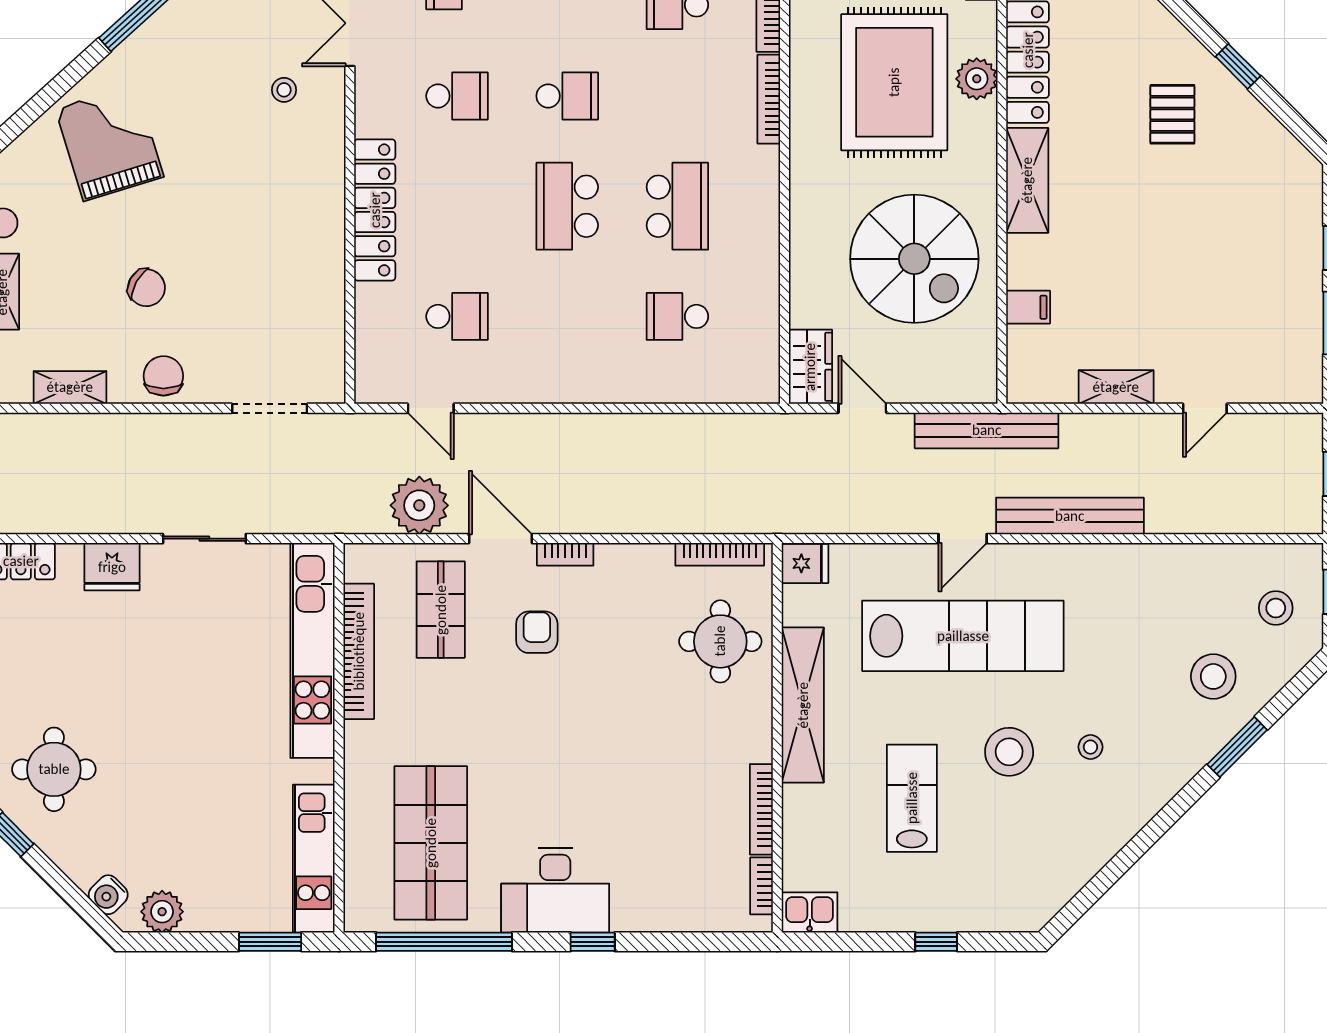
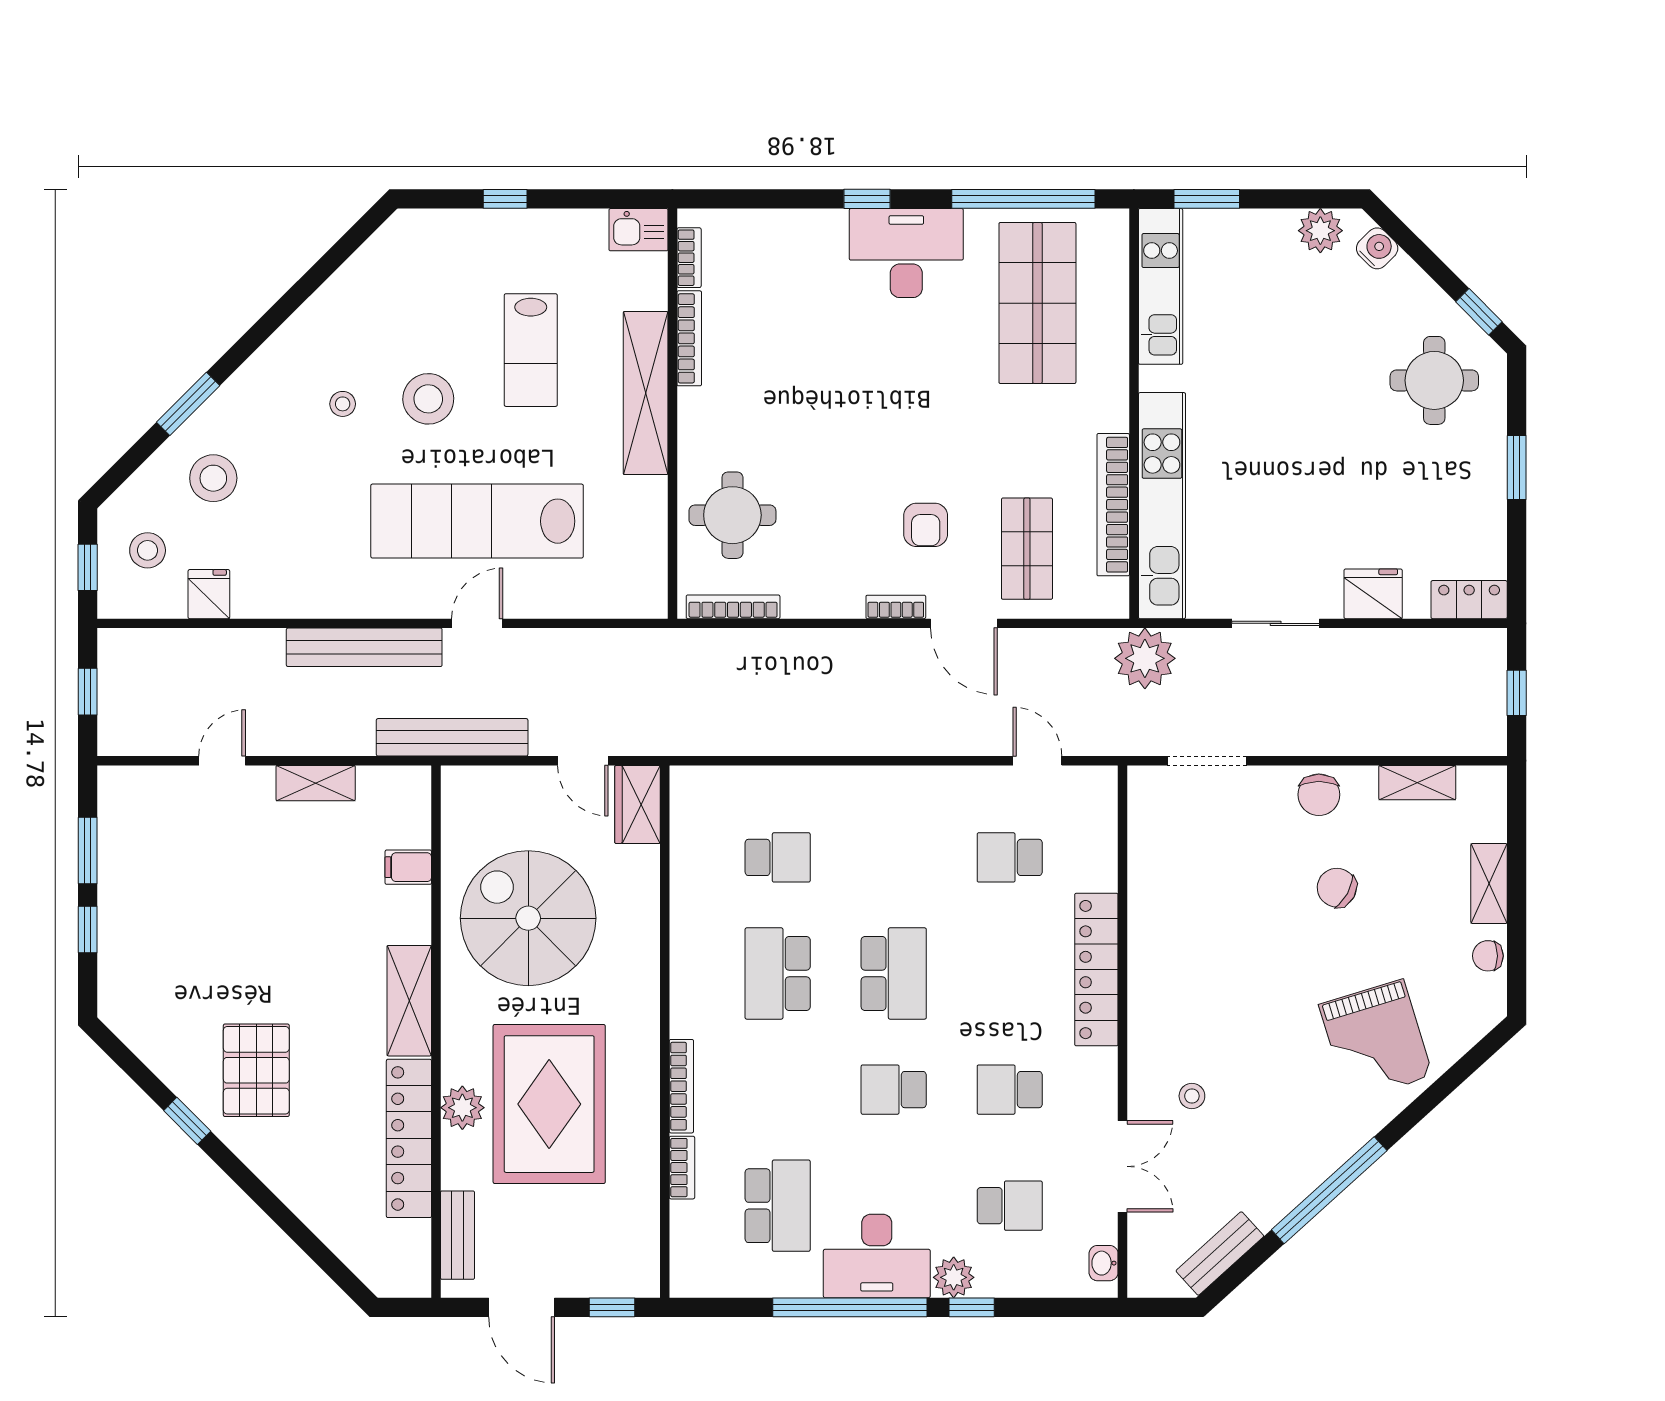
pallet: (1172, 114) -> (256, 1070), width x1.50, depth x1.42
plant: (419, 505) -> (1145, 658), moved
fridge: (805, 563) -> (209, 594), moved, turned 90
shelving: (803, 705) -> (646, 393), moved

